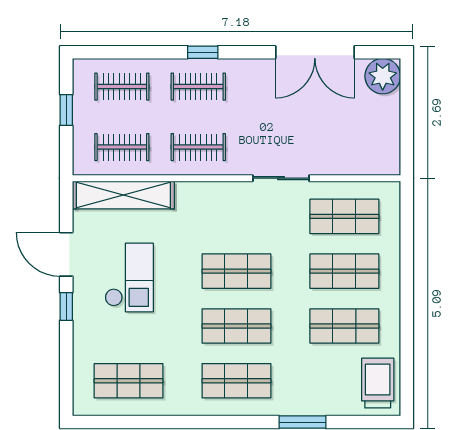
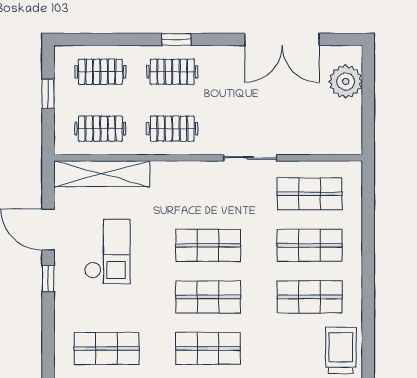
plant: (383, 76) -> (346, 82), moved

